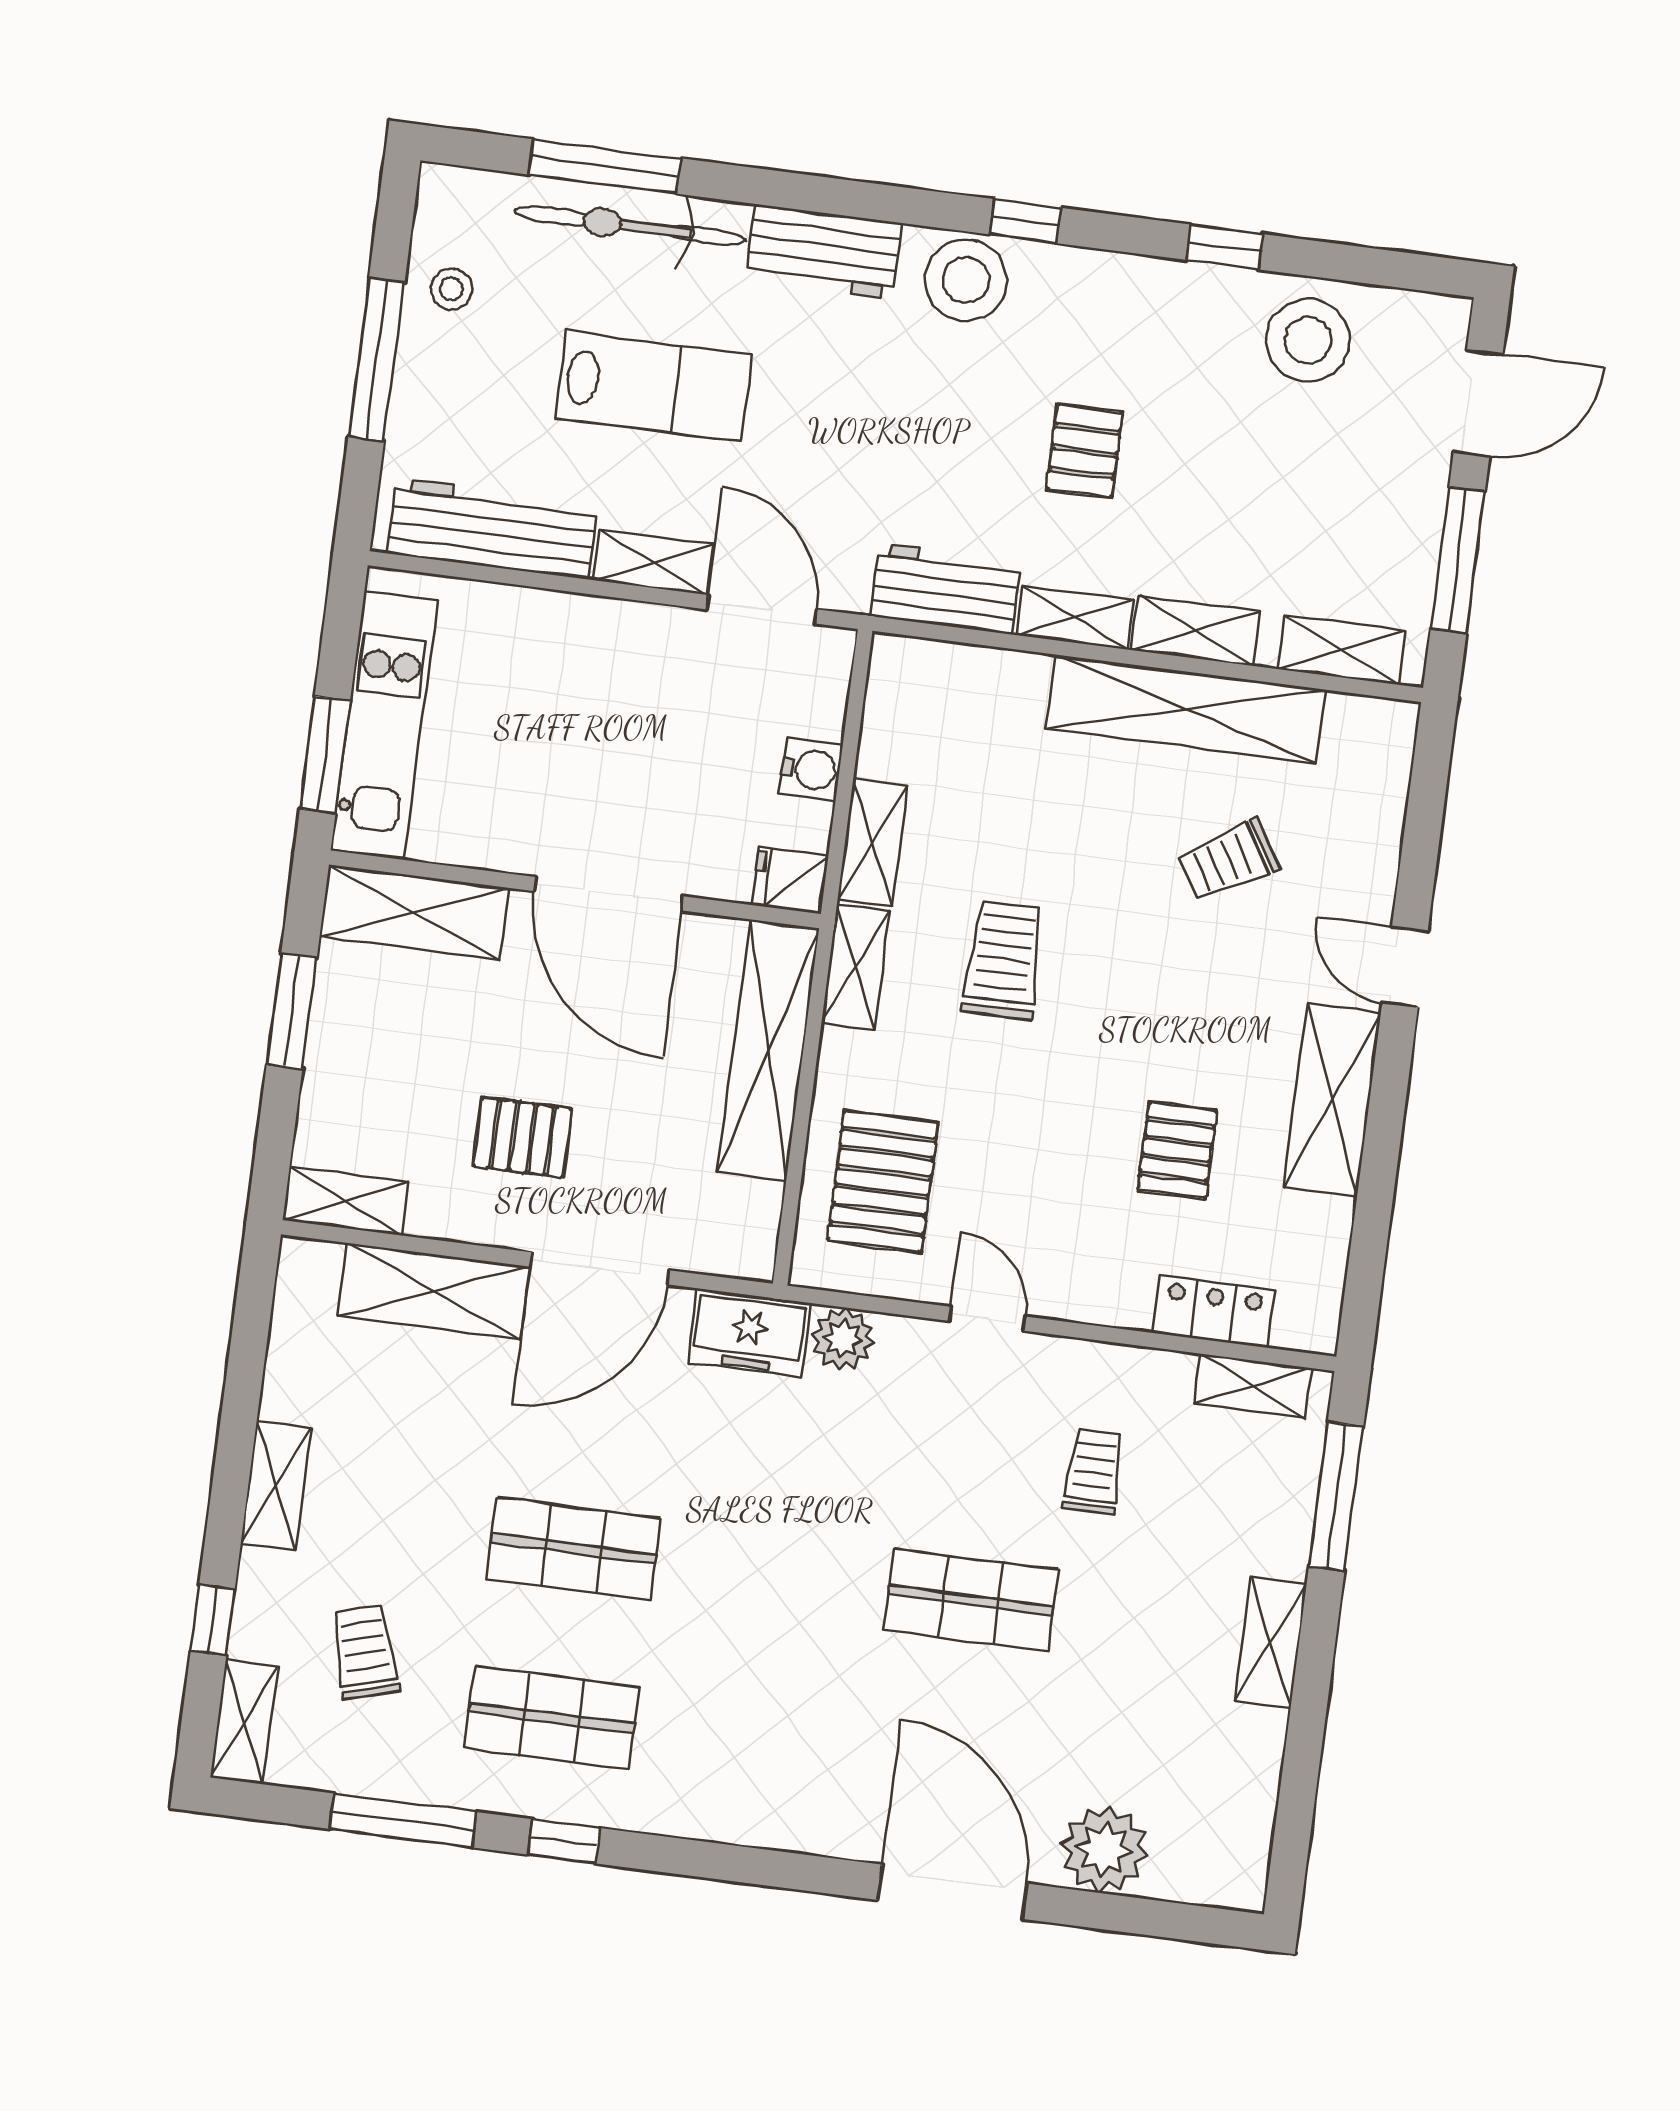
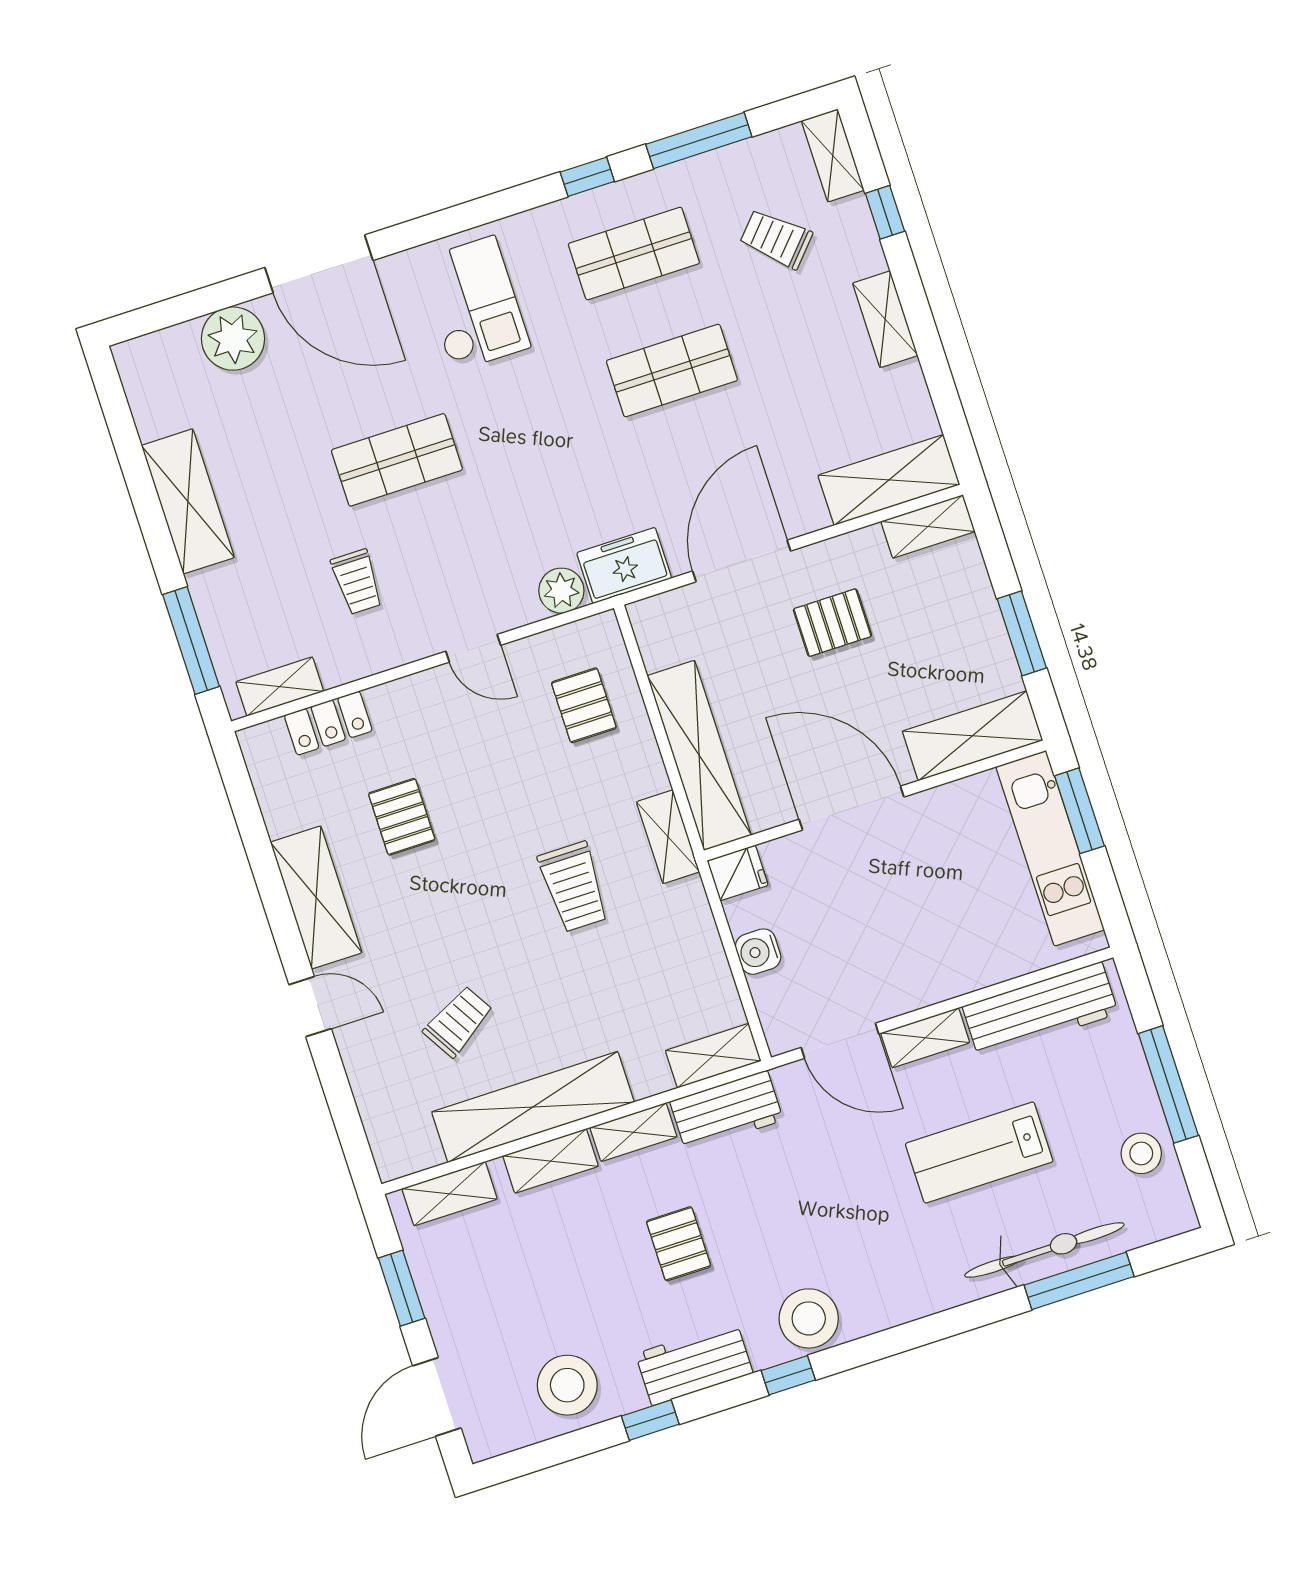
workbench: (823, 251) -> (694, 1363), moved
stool: (451, 289) -> (1141, 1153), width x1.37, depth x1.37
window: (1458, 560) -> (402, 1288), width x0.69
shelving: (872, 842) -> (713, 1056), moved, turned 90
pallet: (883, 1182) -> (584, 705), width x0.67, depth x0.71
shelving: (434, 1291) -> (889, 480), moved
shelving: (1271, 1642) -> (188, 501), width x1.50, depth x1.33
trolley: (365, 1652) -> (776, 239), turned 148
checkout: (782, 1750) -> (474, 304), added

